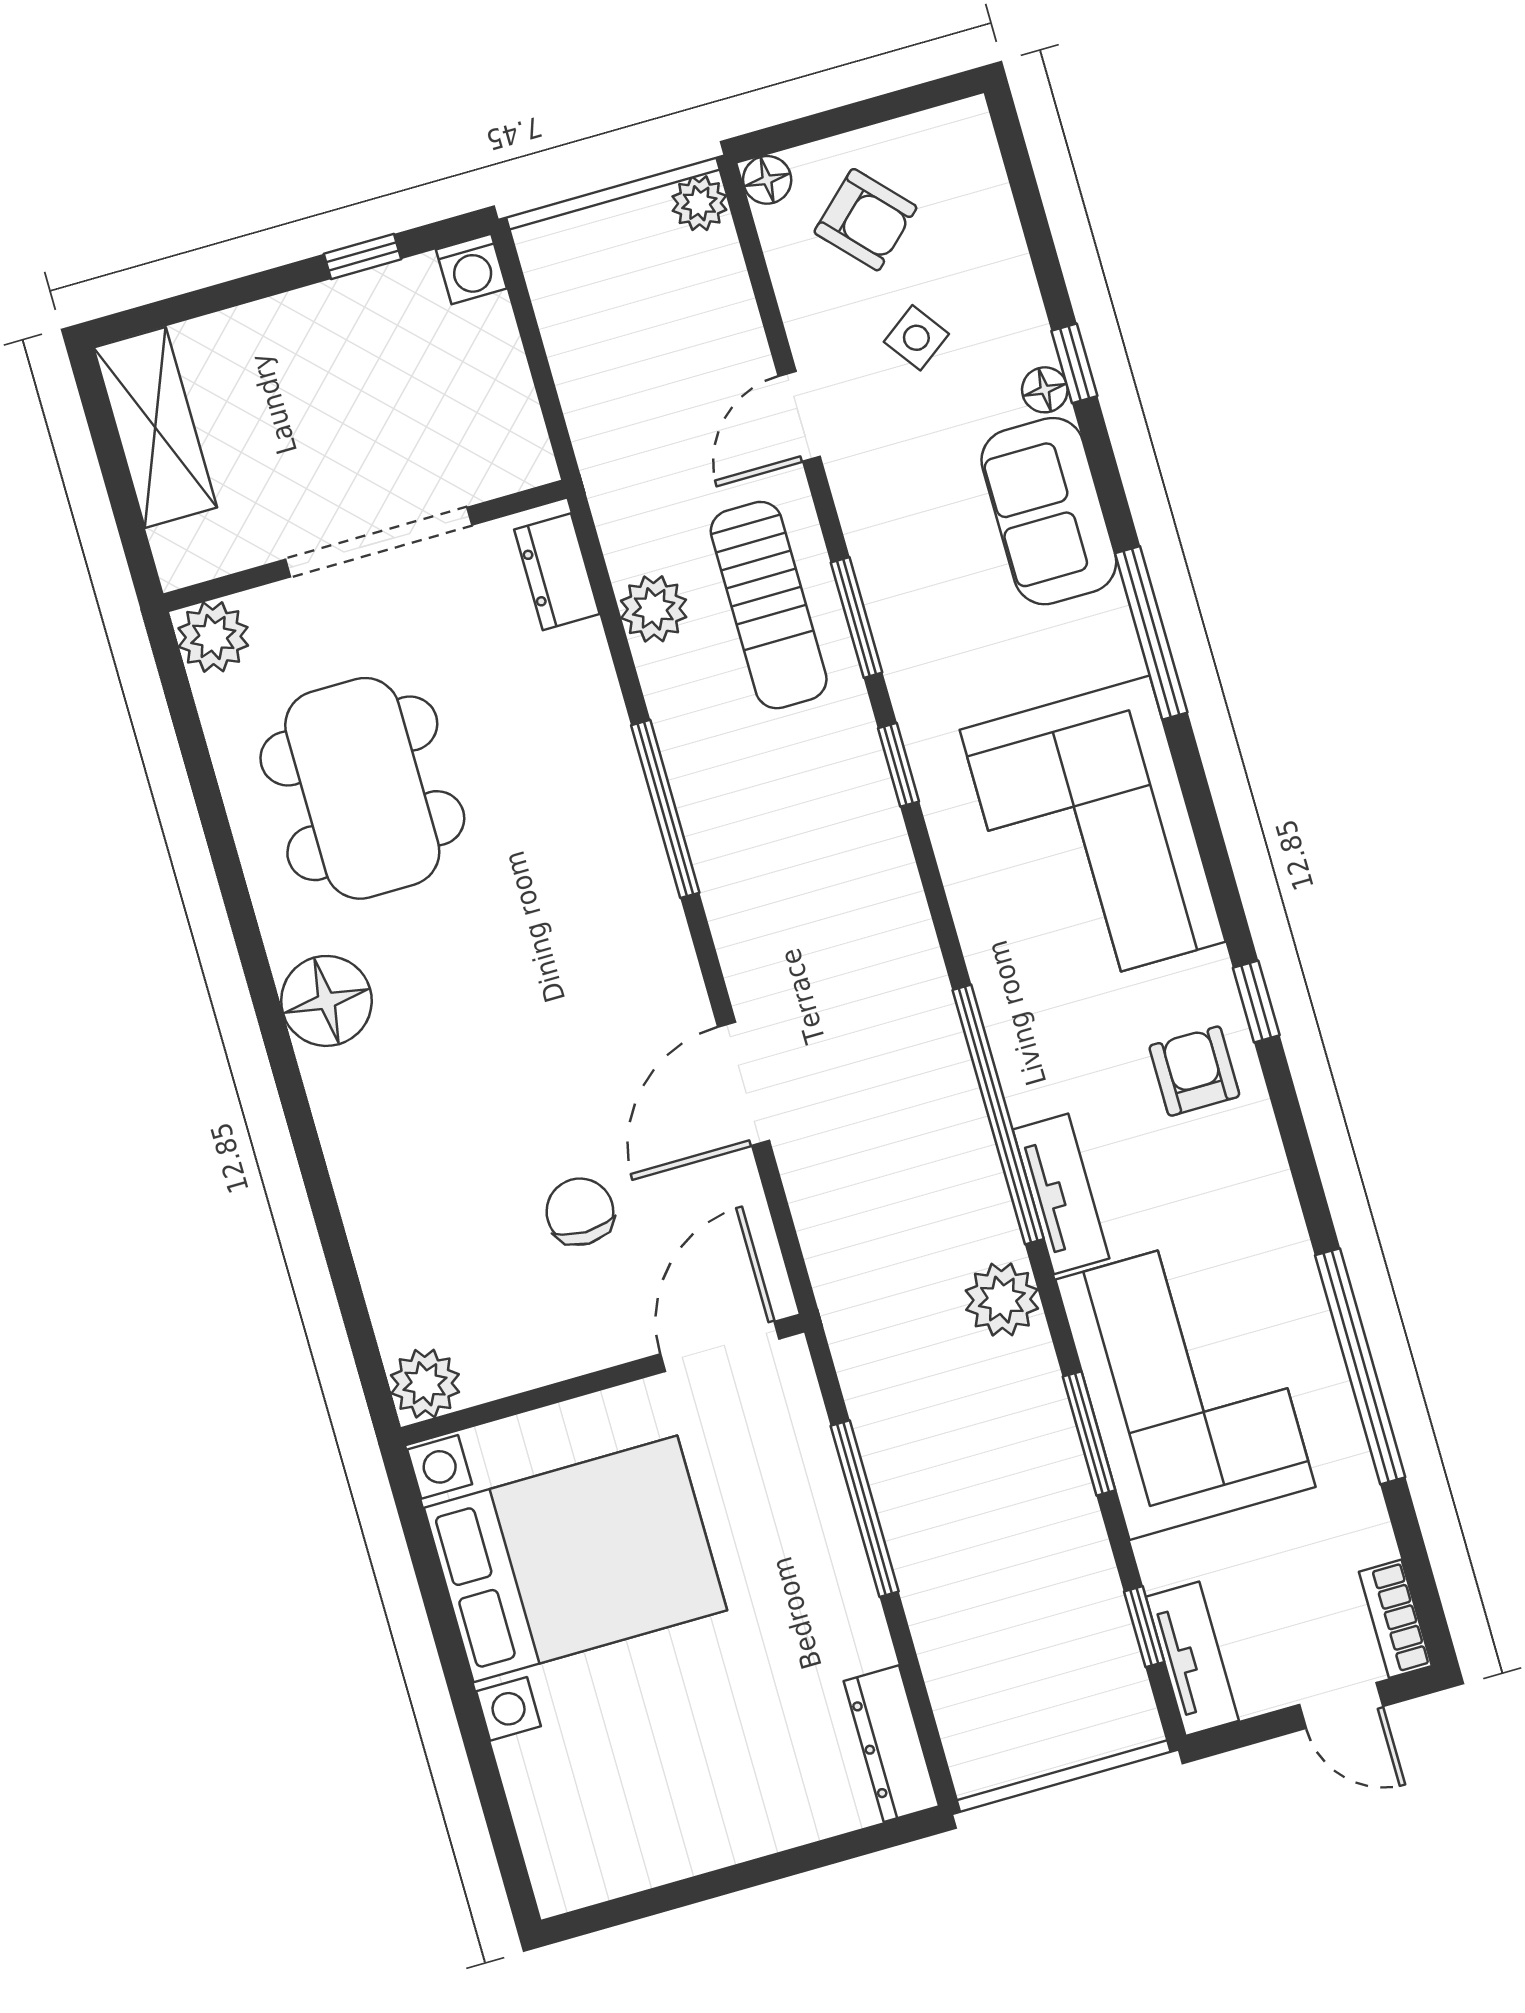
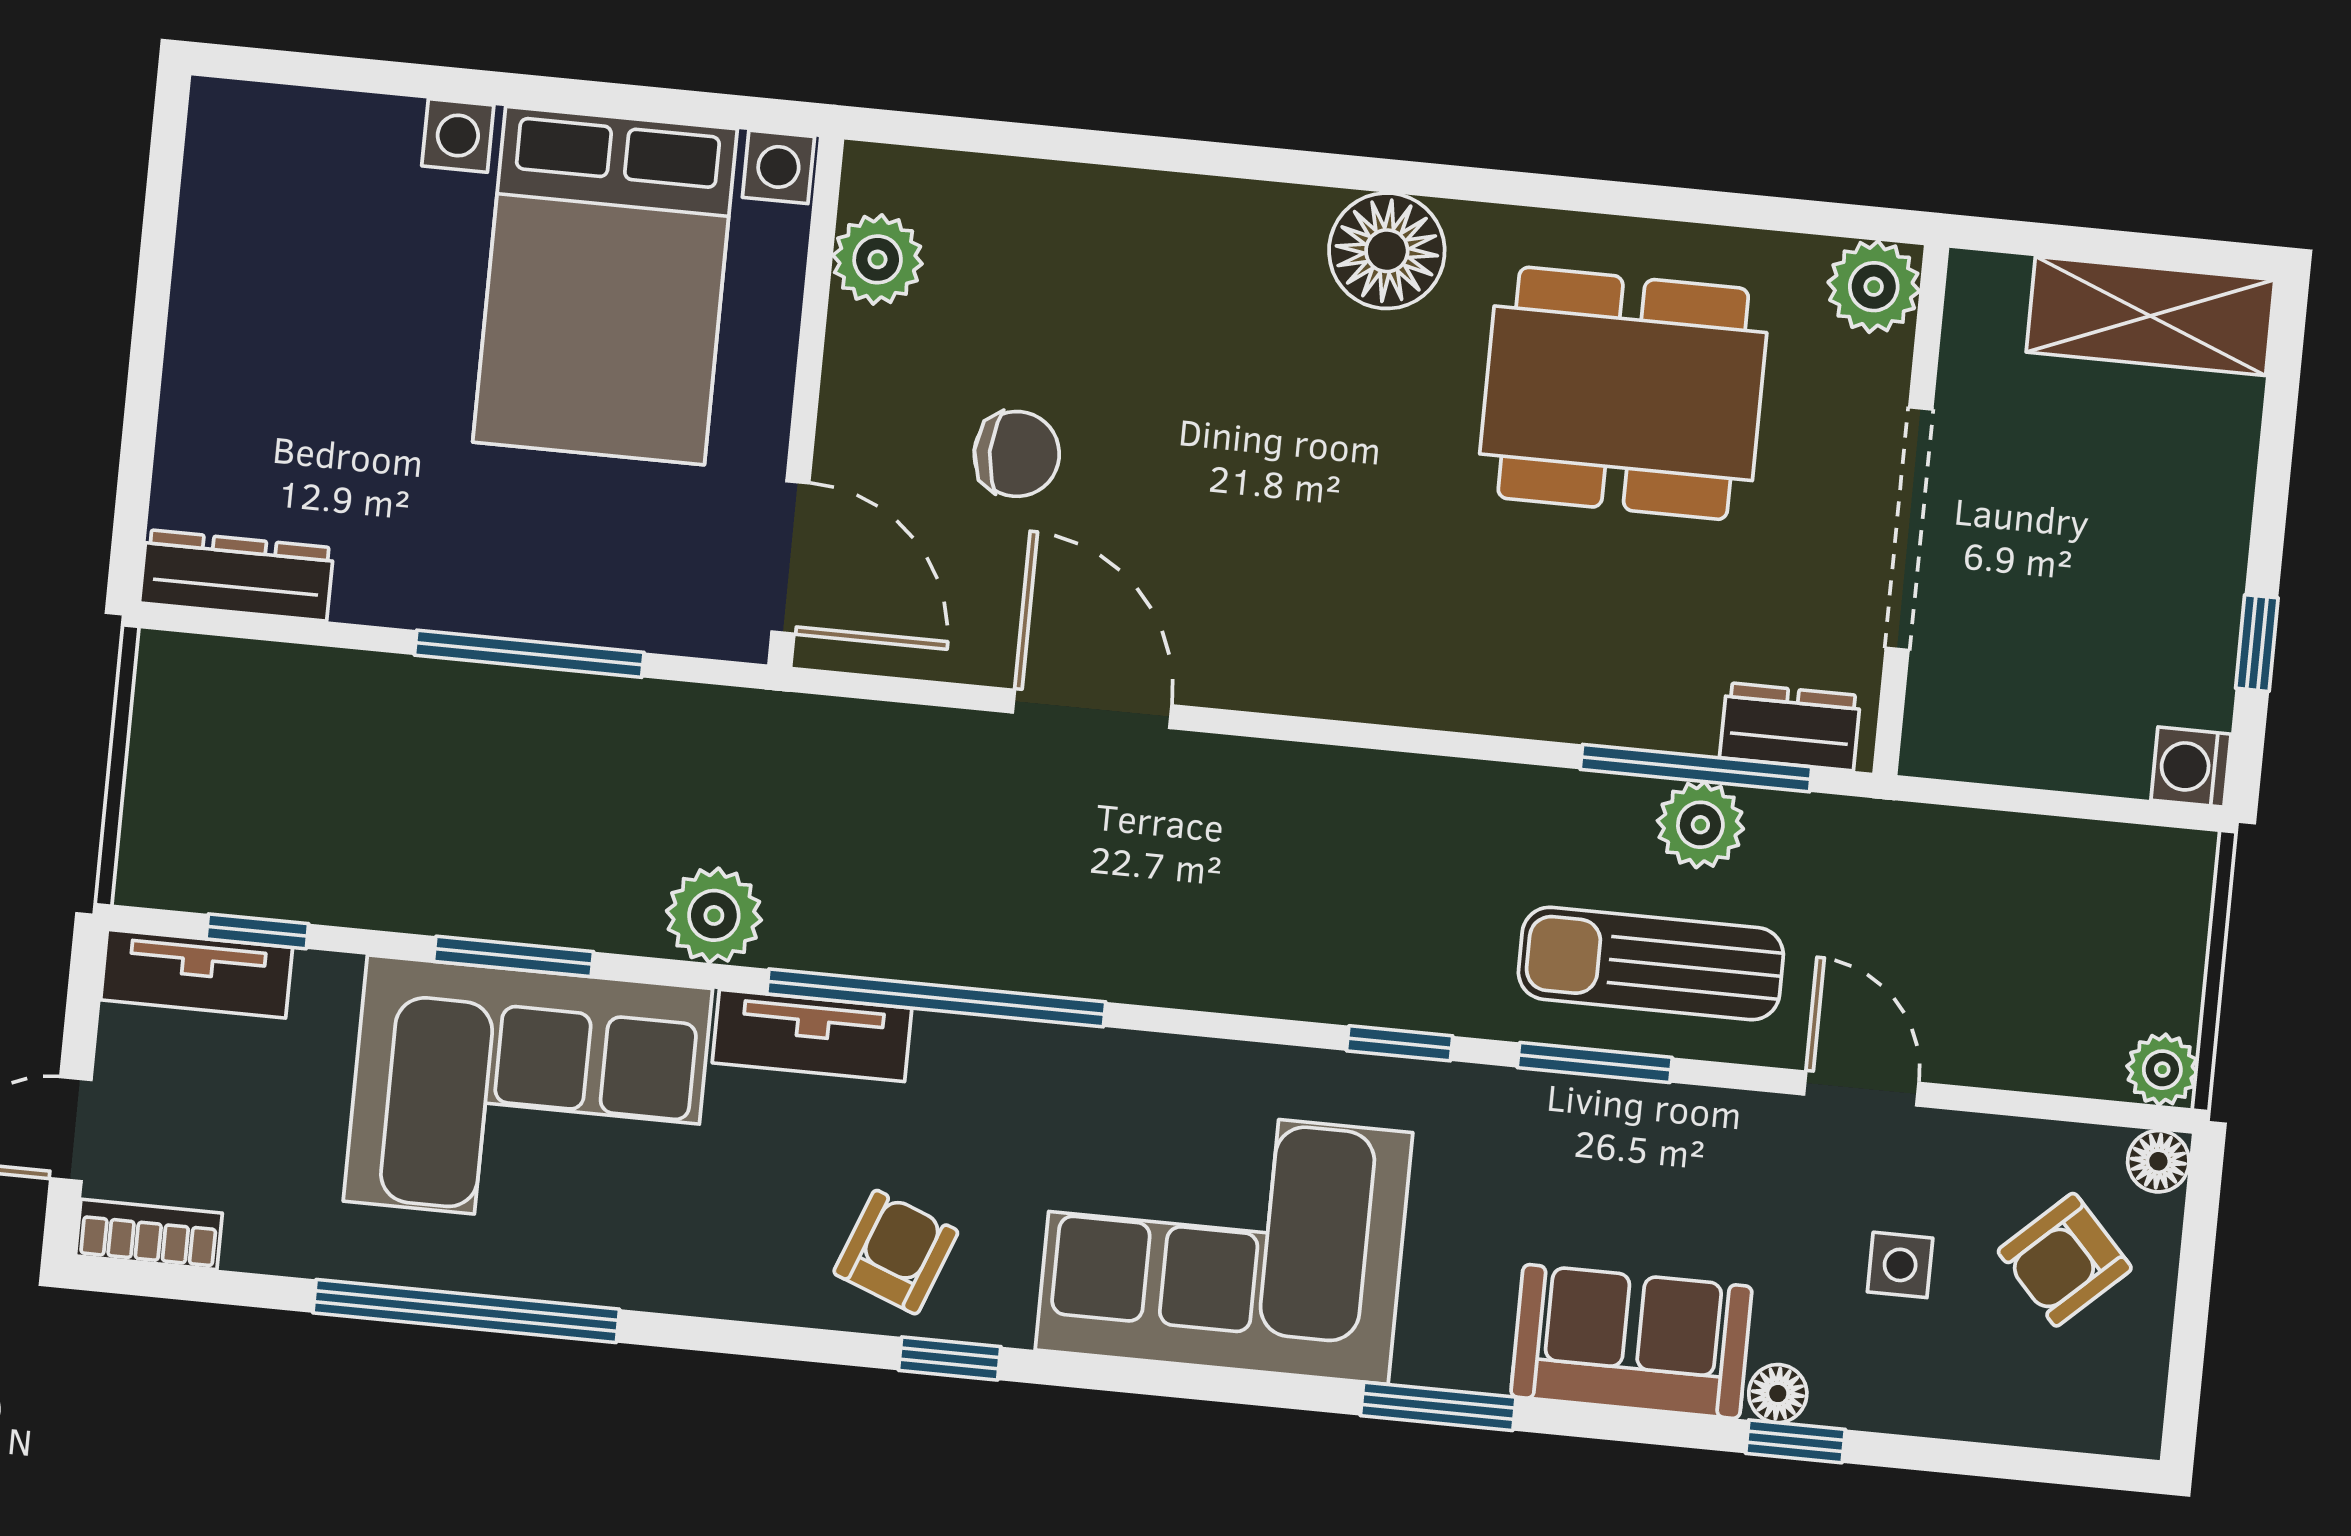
side table: (916, 338) -> (1900, 1265), turned 36
window: (1151, 633) -> (1438, 1406), width x0.69
window: (665, 809) -> (1696, 768), moved
armchair: (1194, 1071) -> (896, 1252), turned -69
plant: (425, 1384) -> (878, 259), moved

